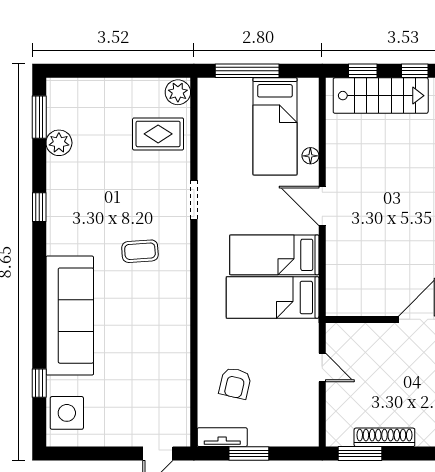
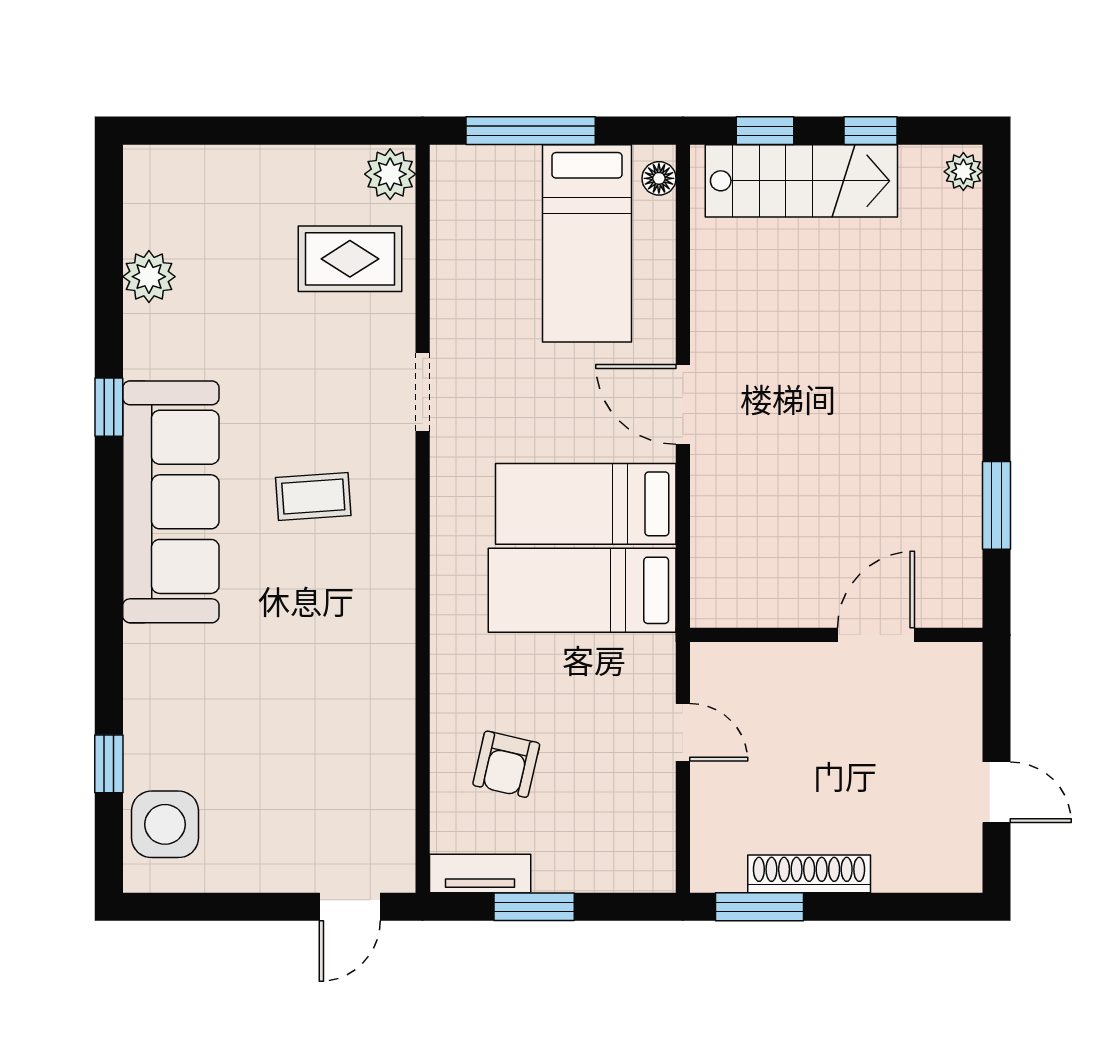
window: (39, 117) -> (109, 225), removed
floor lamp: (310, 156) -> (659, 178), moved
sofa: (70, 316) -> (171, 502), moved

